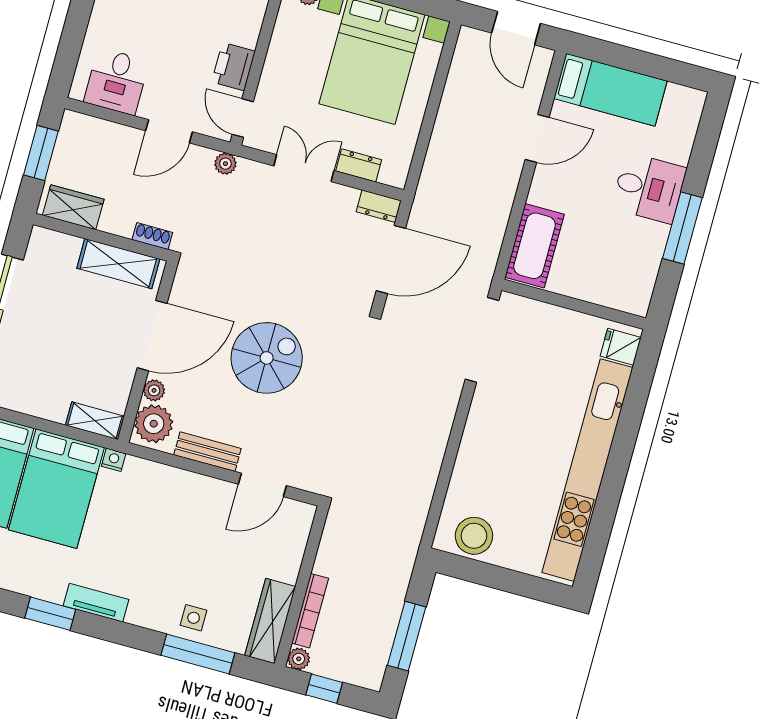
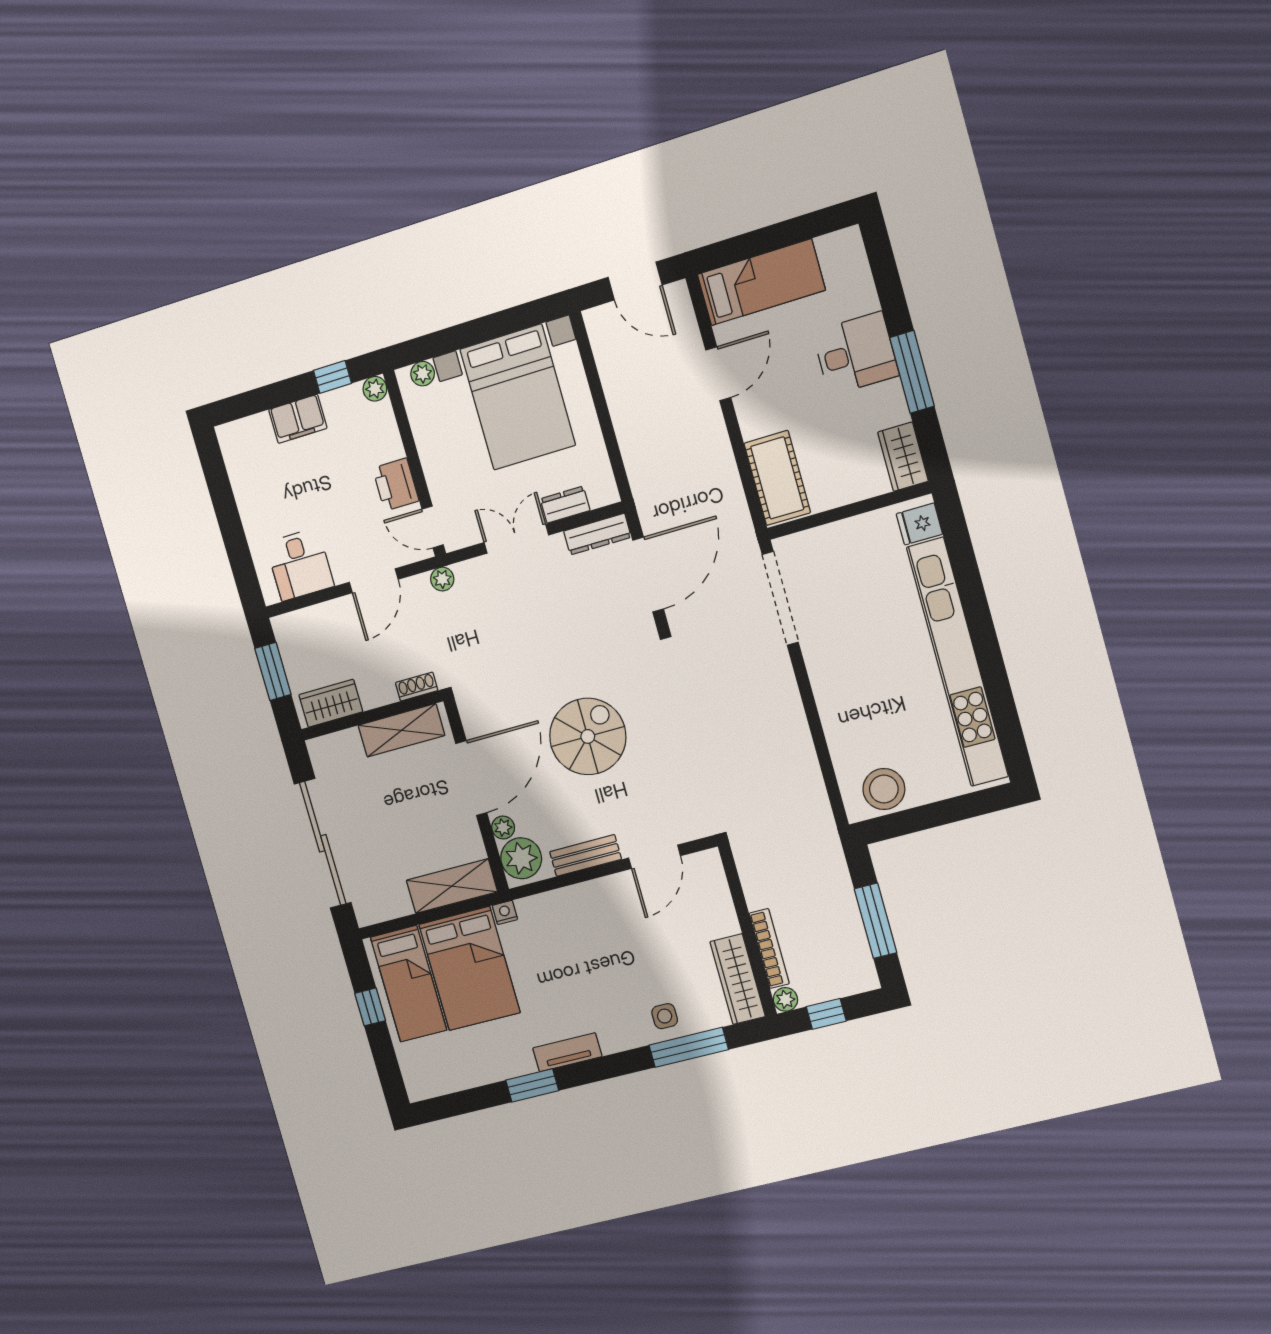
dresser: (379, 206) -> (597, 534), width x1.44
wardrobe: (638, 288) -> (903, 457), added
shelving: (95, 421) -> (452, 886), width x1.50, depth x1.33

